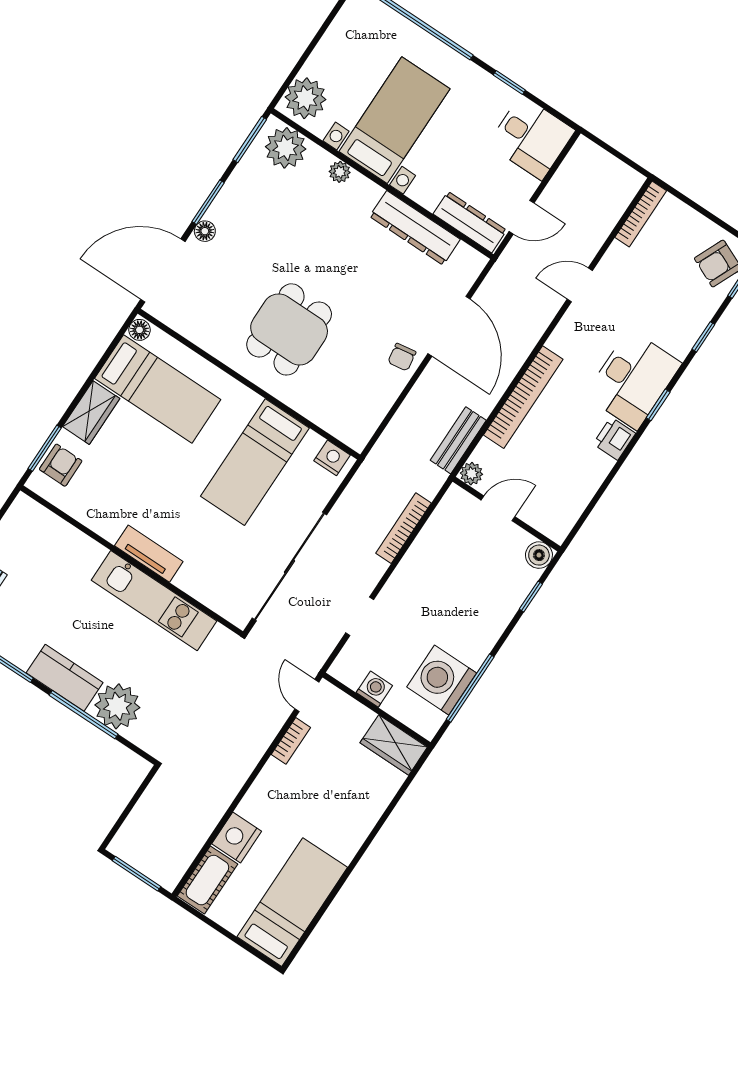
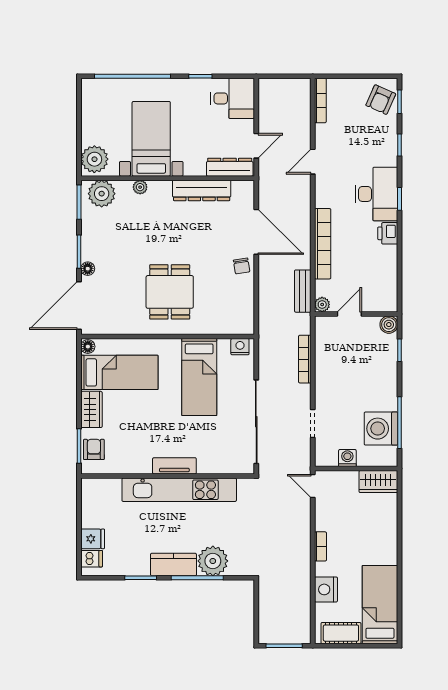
kitchen unit: (154, 601) -> (179, 490), width x1.36
bookcase: (291, 741) -> (321, 546), moved
cot: (207, 880) -> (341, 633), moved, turned 90

